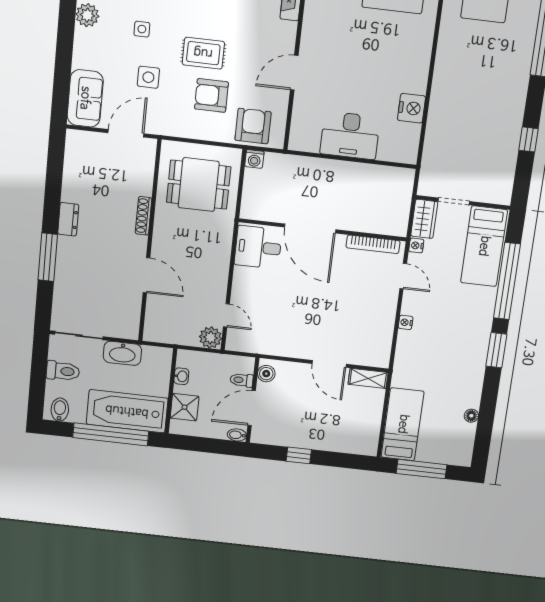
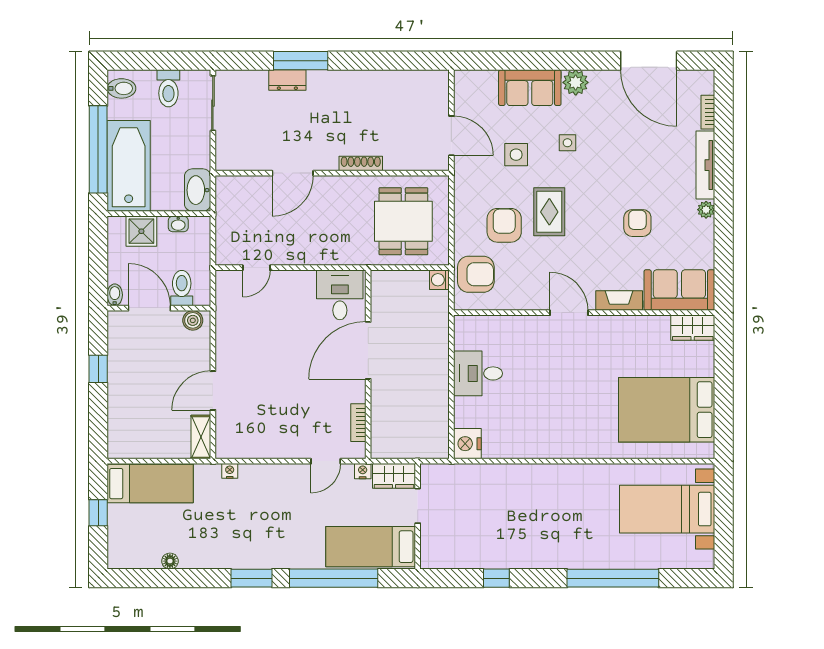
door: (294, 73) -> (569, 313), moved
sofa: (85, 98) -> (530, 88), moved
nightstand: (412, 108) -> (467, 444), moved, turned 90
desk: (350, 135) -> (478, 373), width x0.73
dresser: (68, 219) -> (287, 80), moved
bookcase: (373, 244) -> (358, 423), width x0.64
nightstand: (406, 322) -> (230, 471), moved
plant: (210, 338) -> (228, 252), removed
washbasin: (122, 353) -> (198, 190), moved
toilet: (242, 380) -> (182, 288), width x1.37, depth x1.39
window: (422, 469) -> (98, 513), width x0.46

